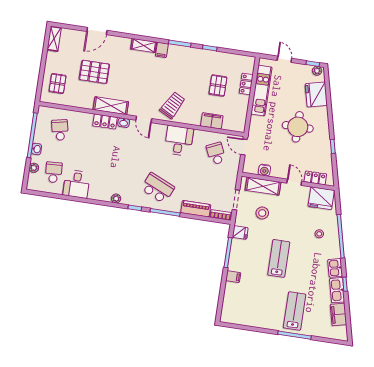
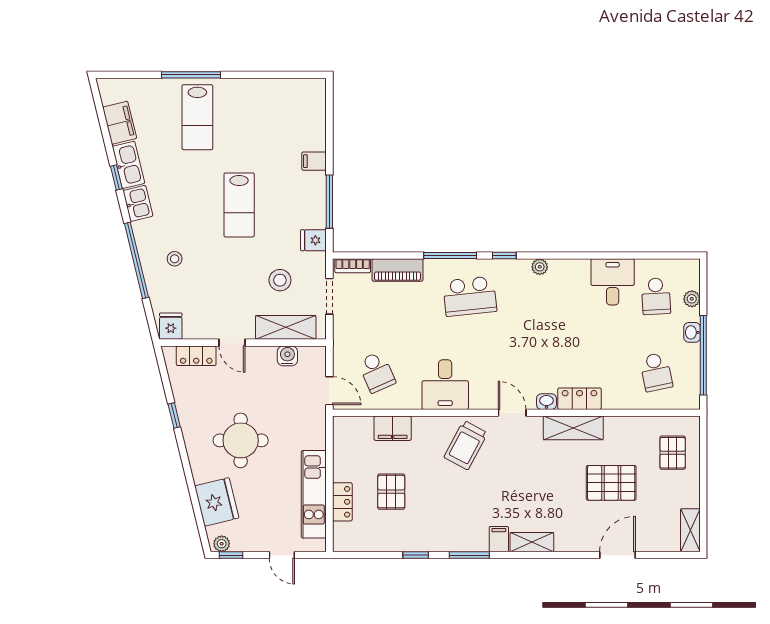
school desk: (158, 188) -> (470, 296), turned -30
fridge: (321, 198) -> (171, 326), width x0.53, depth x0.75

